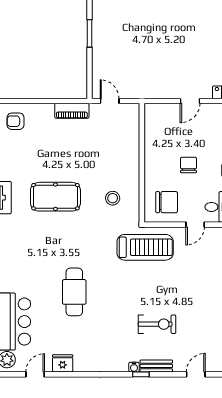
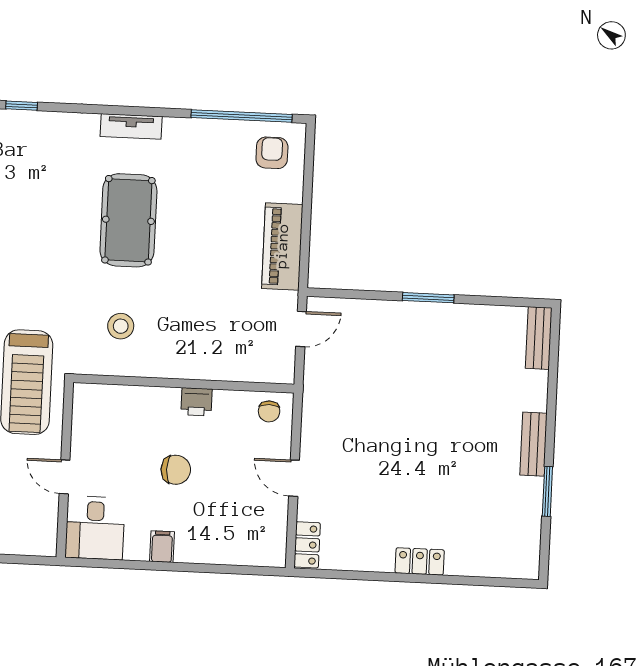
piano: (72, 111) -> (282, 246), width x1.37, depth x1.33
printer: (151, 155) -> (196, 402), added
chair: (167, 202) -> (269, 411), moved, width x0.54, depth x0.54

